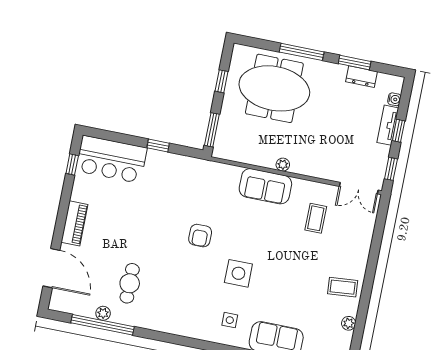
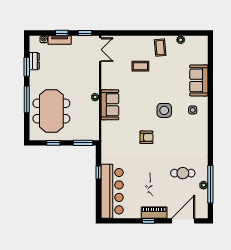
bar counter: (111, 159) -> (112, 191), width x1.36
window: (72, 164) -> (148, 221), moved
coffee table: (316, 218) -> (140, 66), moved

